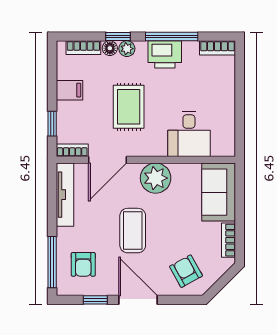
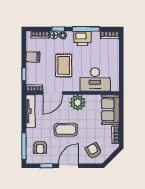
desk: (189, 134) -> (95, 79), width x1.37
coffee table: (133, 231) -> (66, 130), turned 90
door: (138, 300) -> (68, 166), hinge flipped

